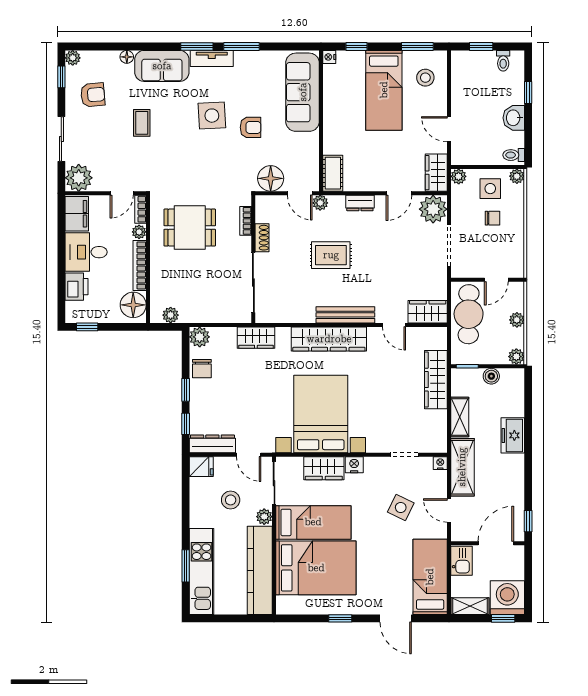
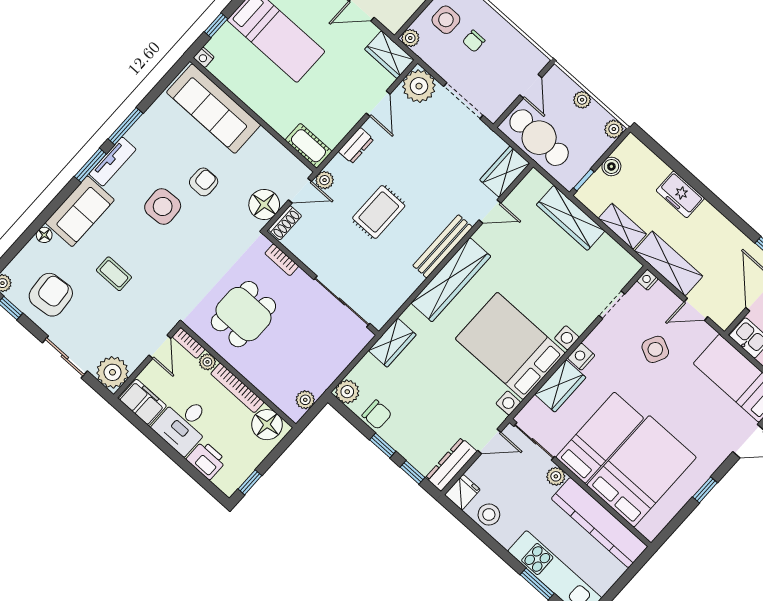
armchair: (93, 95) -> (51, 295), width x1.38, depth x1.38
chair: (493, 218) -> (474, 41), turned 180
shoe rack: (262, 238) -> (285, 223), moved, turned 90
stool: (231, 500) -> (489, 515), moved

